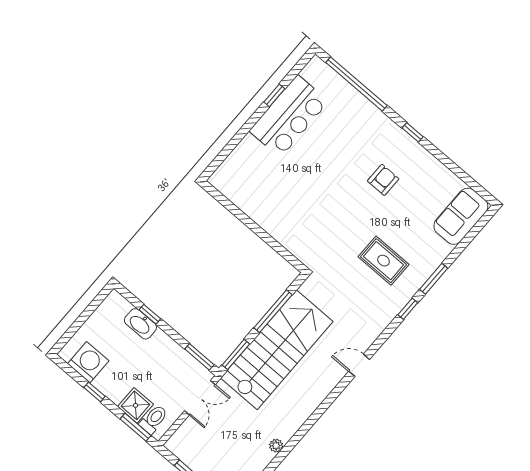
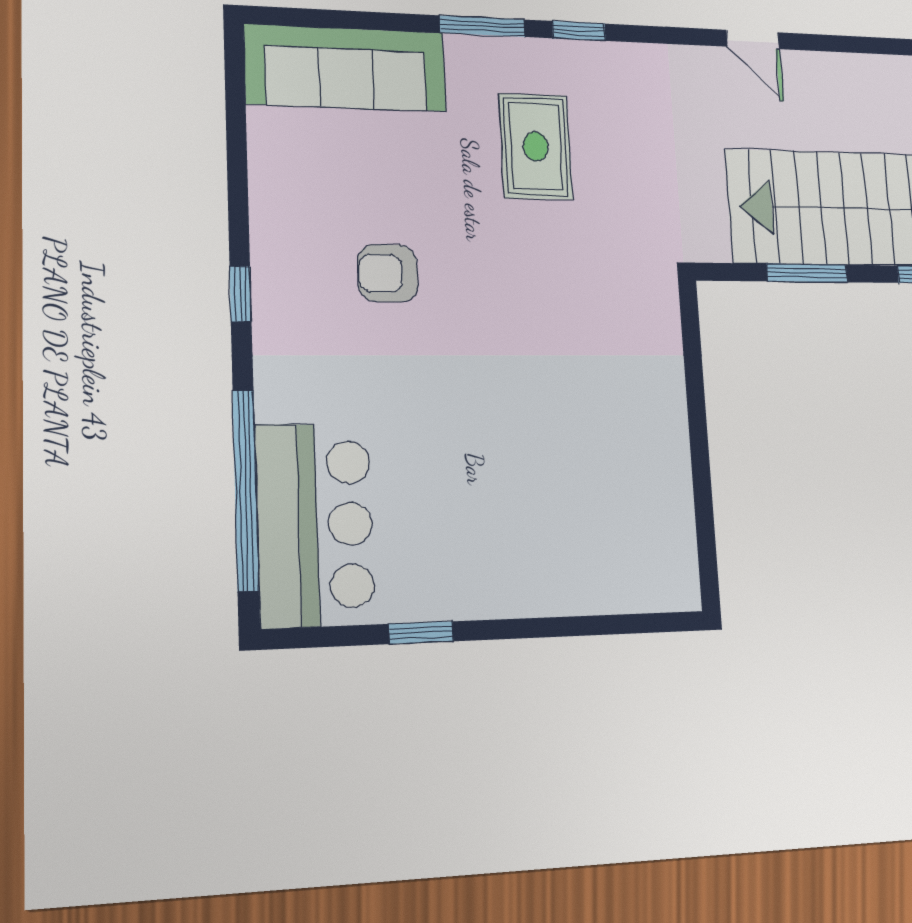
bar counter: (289, 116) -> (315, 525), moved, turned 90
sofa: (461, 216) -> (346, 68), width x1.36
window: (273, 311) -> (807, 273), width x0.69

